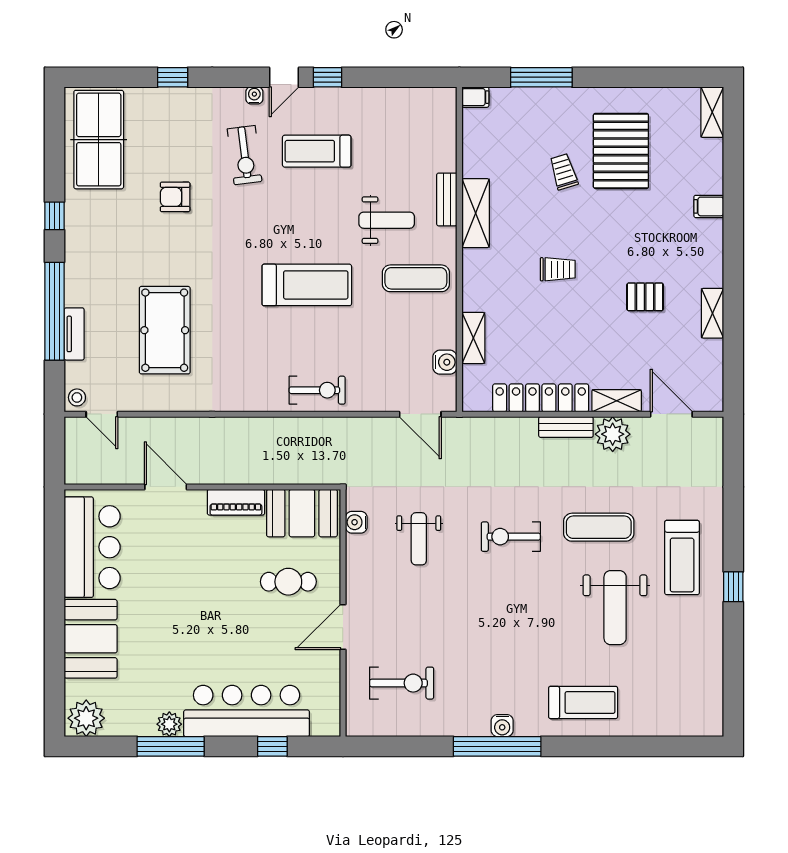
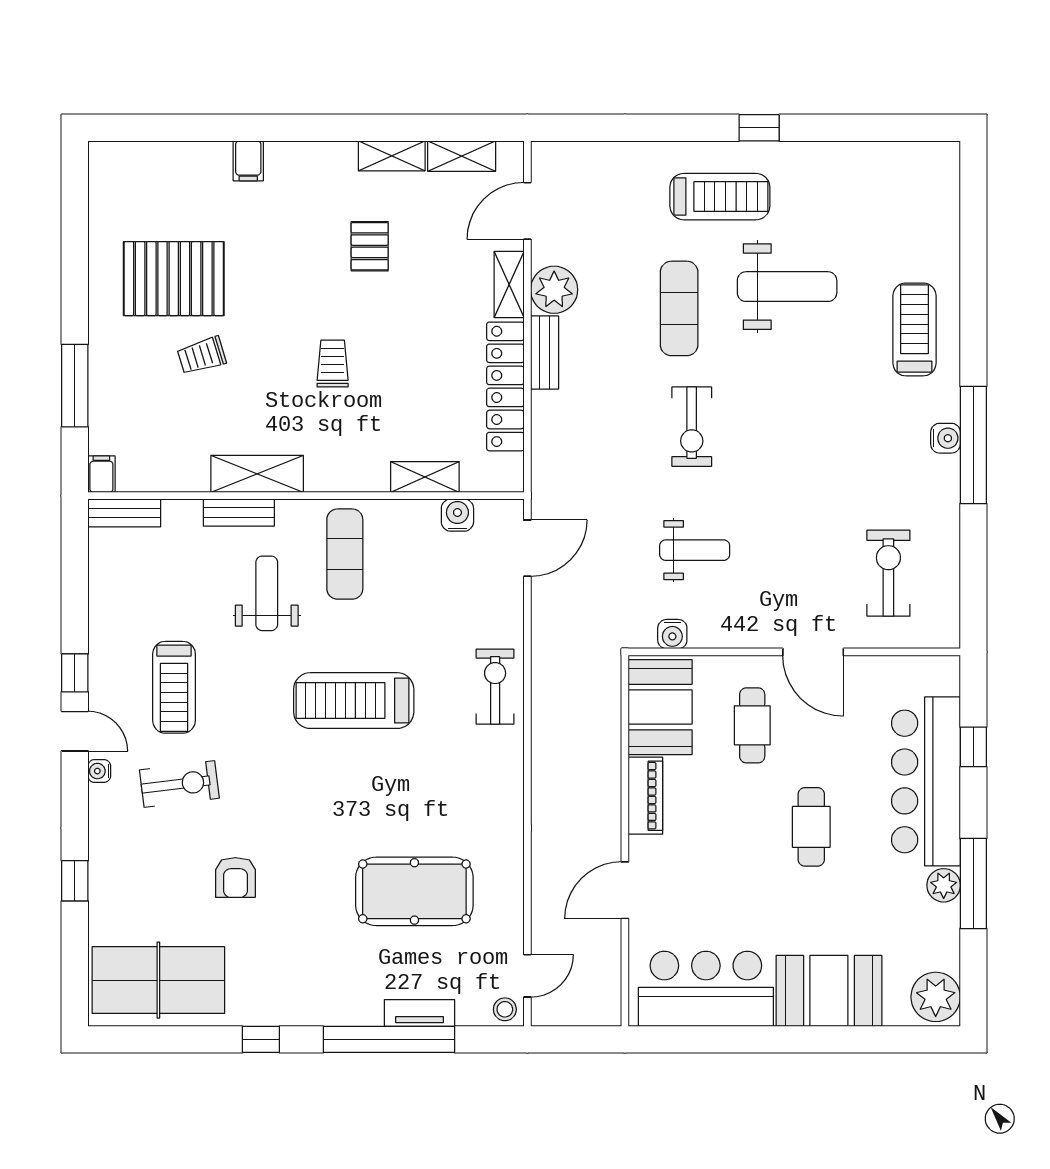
shelving: (712, 112) -> (462, 156), moved
bench: (447, 114) -> (124, 513), added
treadmill: (307, 285) -> (354, 701), turned -90
cafe table: (213, 626) -> (811, 827), added

